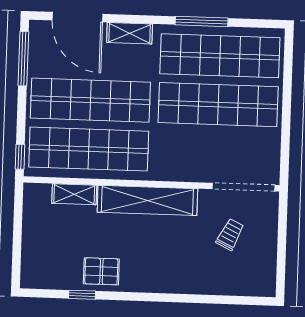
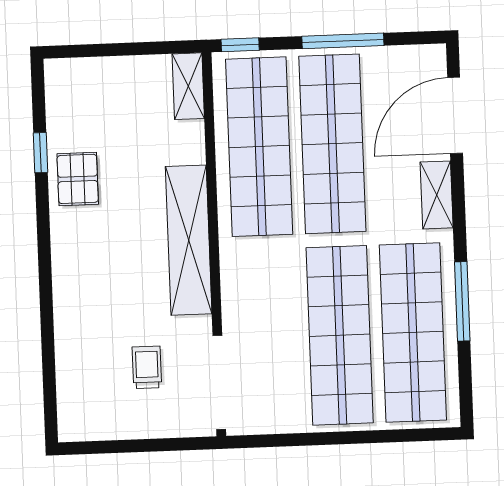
window: (23, 59) -> (343, 41), moved
shelving: (74, 194) -> (188, 86), moved
trolley: (230, 234) -> (147, 367), turned -116

